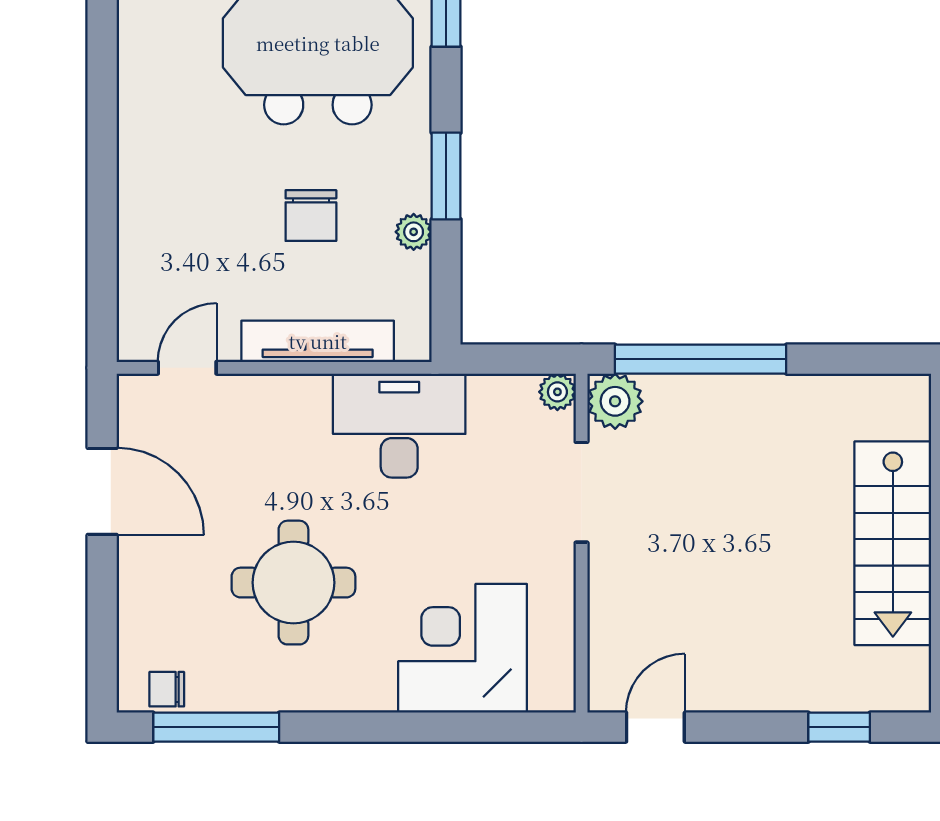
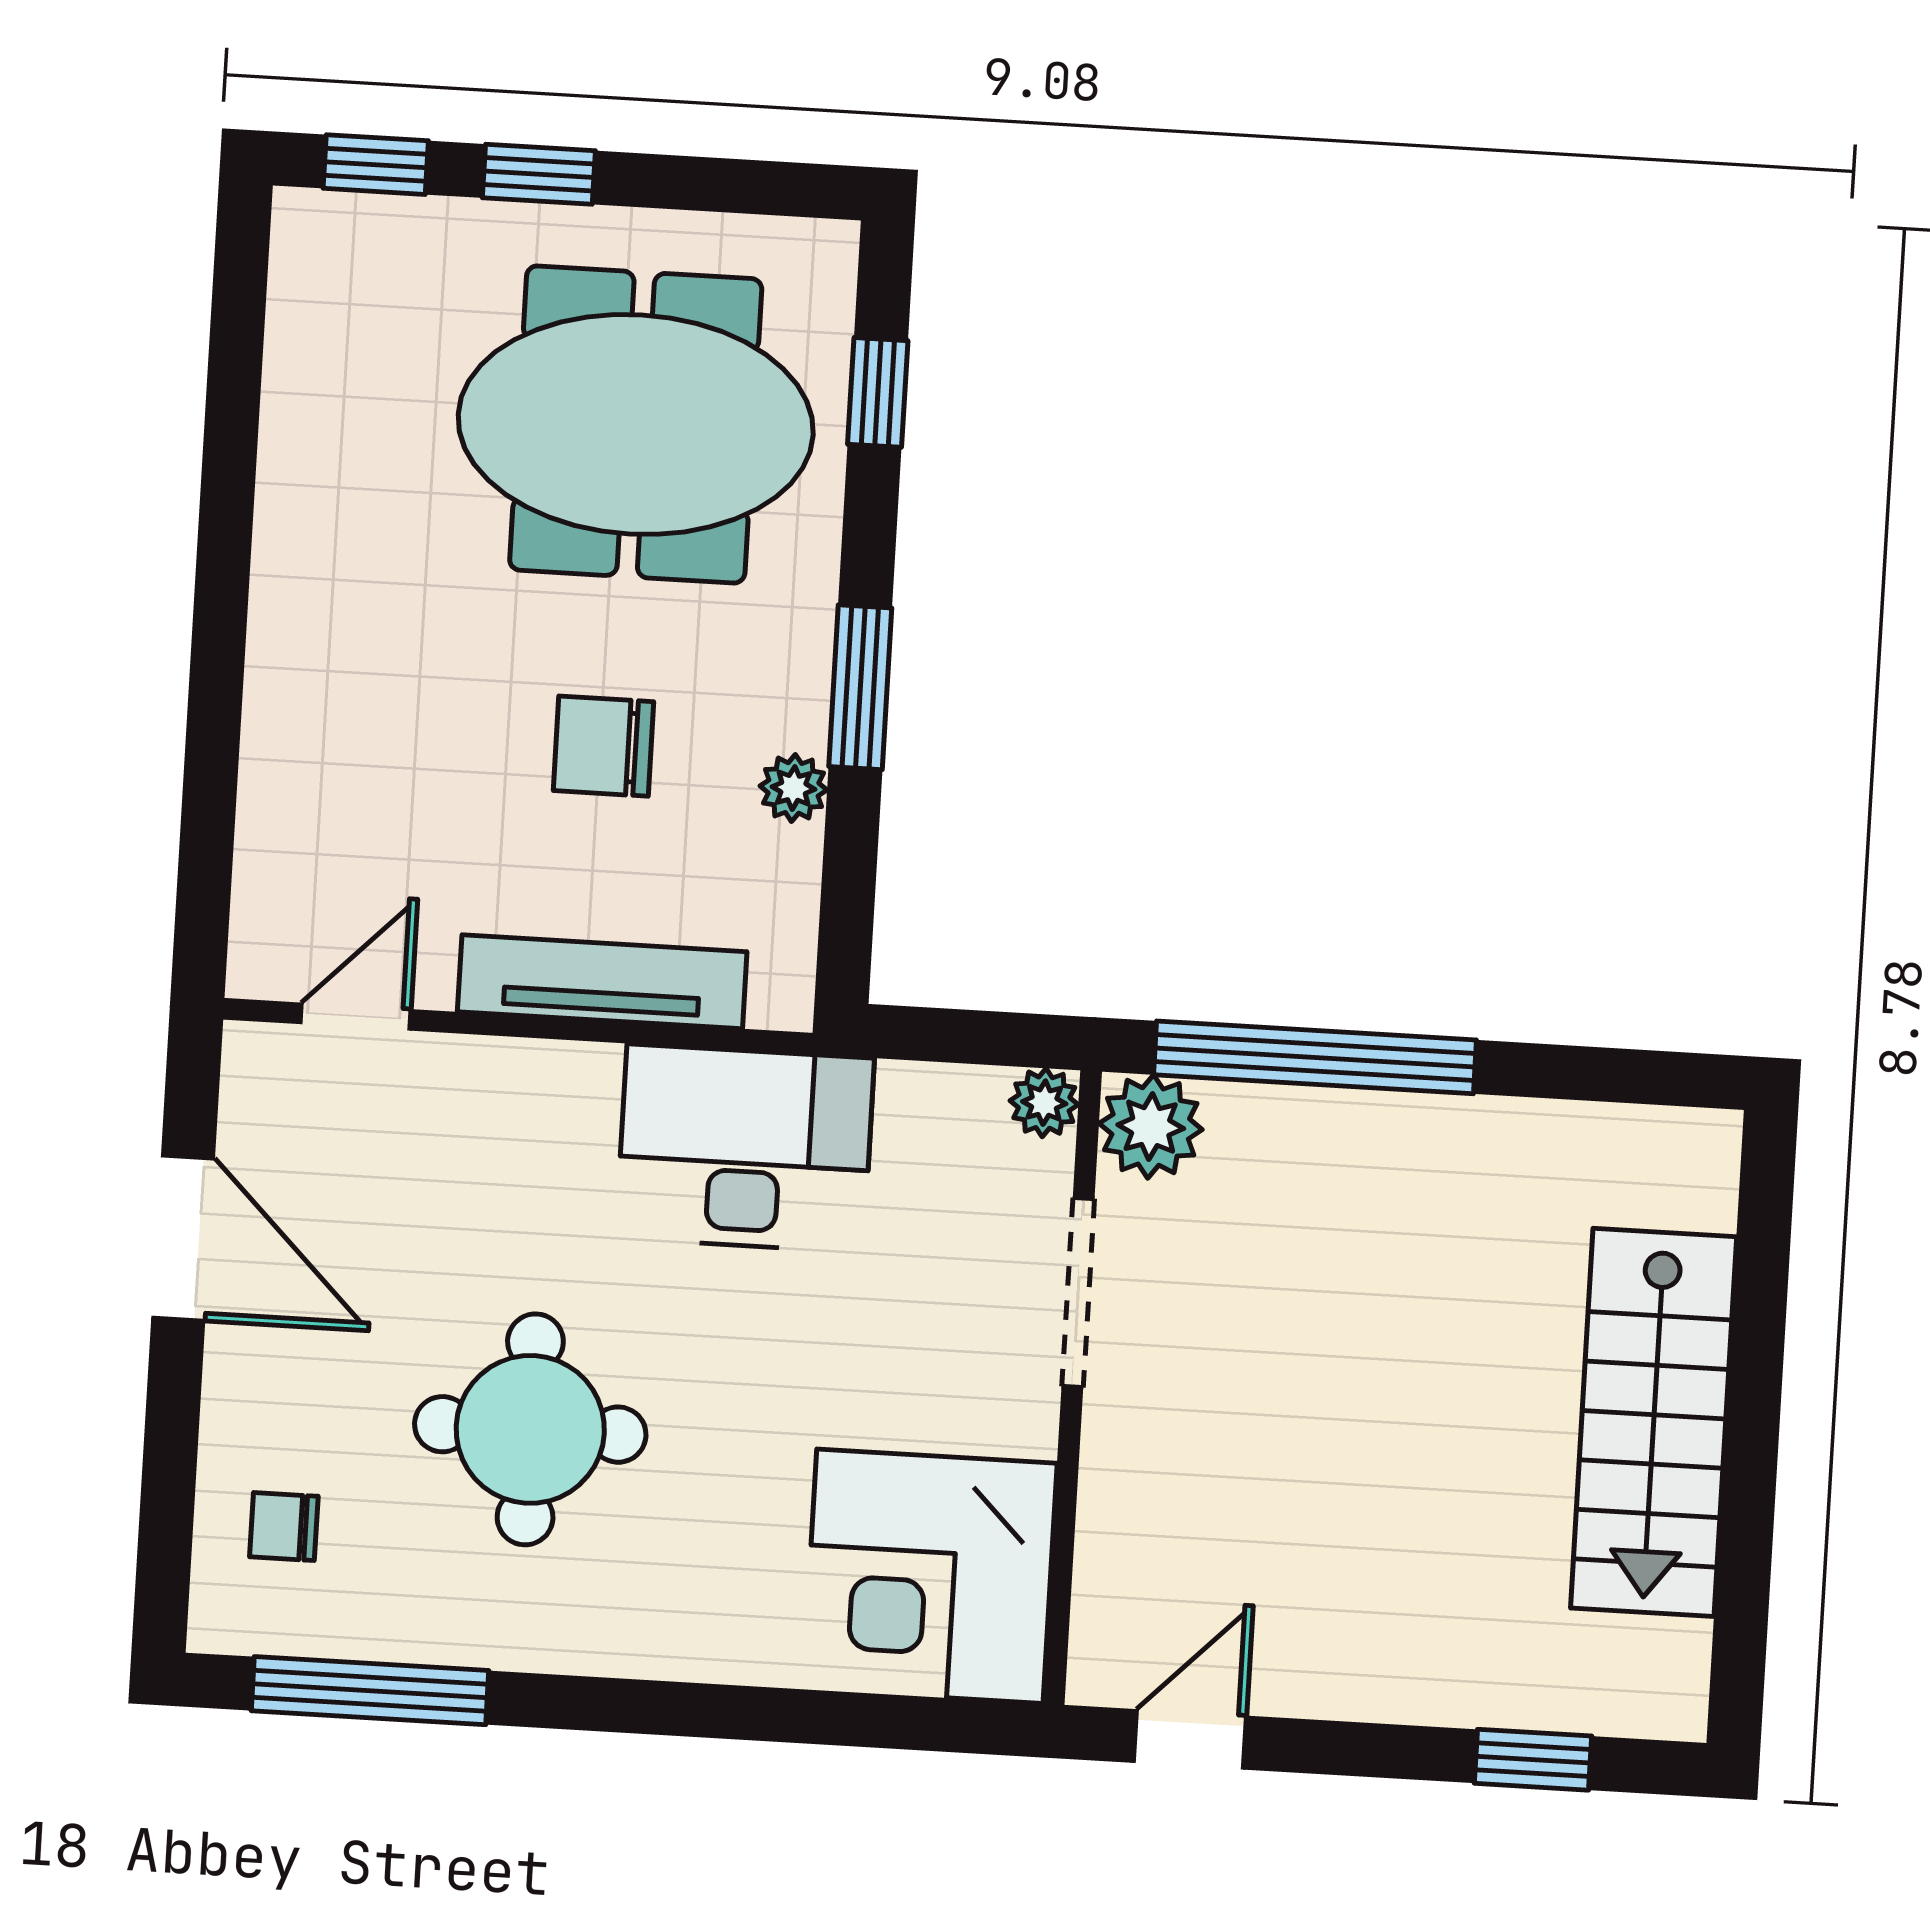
chair: (311, 216) -> (604, 746), turned 90
corner desk: (463, 648) -> (930, 1576), moved, turned -90
chair: (167, 689) -> (284, 1527), moved

